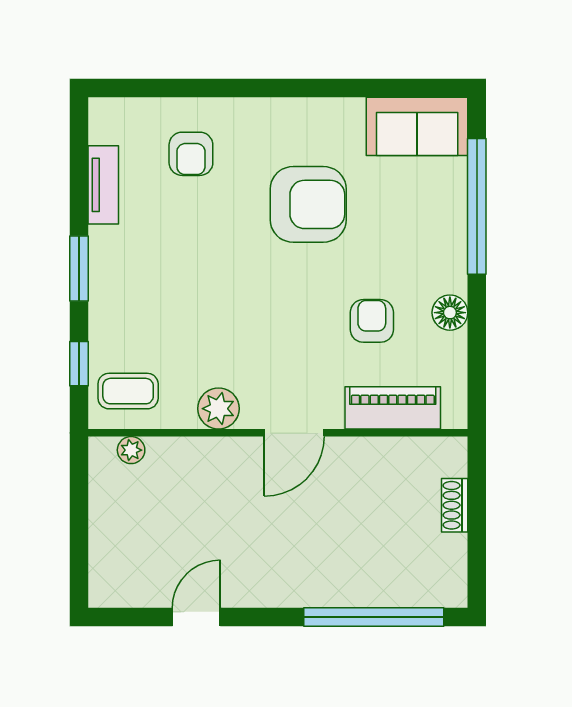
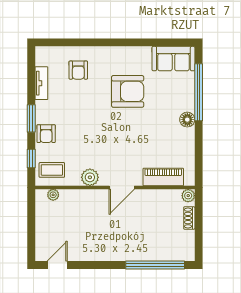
floor lamp: (450, 313) -> (187, 120), moved
armchair: (372, 321) -> (46, 134), moved, turned 180
plant: (452, 452) -> (188, 196), added
door: (196, 617) -> (57, 265), moved

